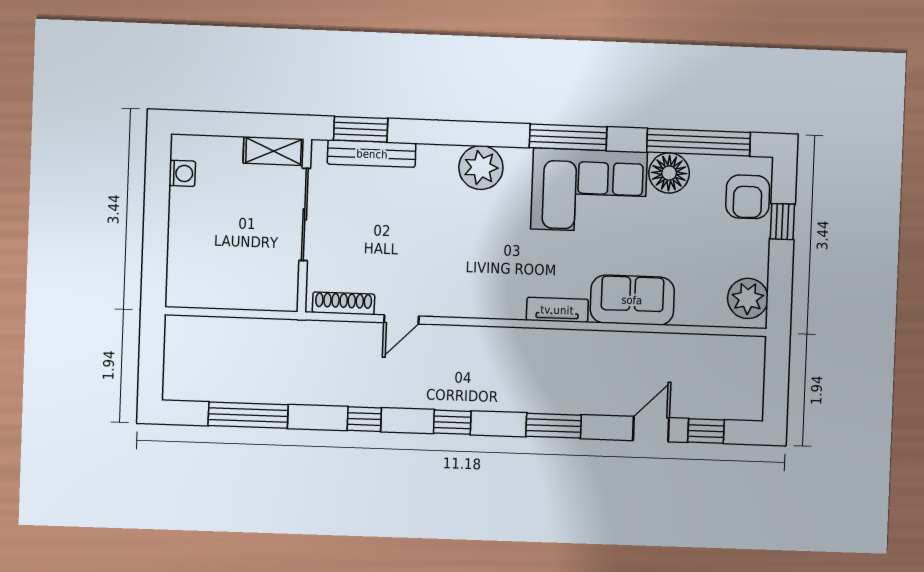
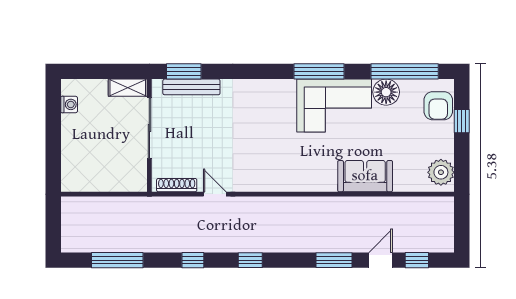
plant: (481, 168) -> (263, 93), removed
tv unit: (557, 310) -> (316, 184), removed
door: (401, 319) -> (215, 194), swing flipped
window: (554, 426) -> (334, 260), moved

